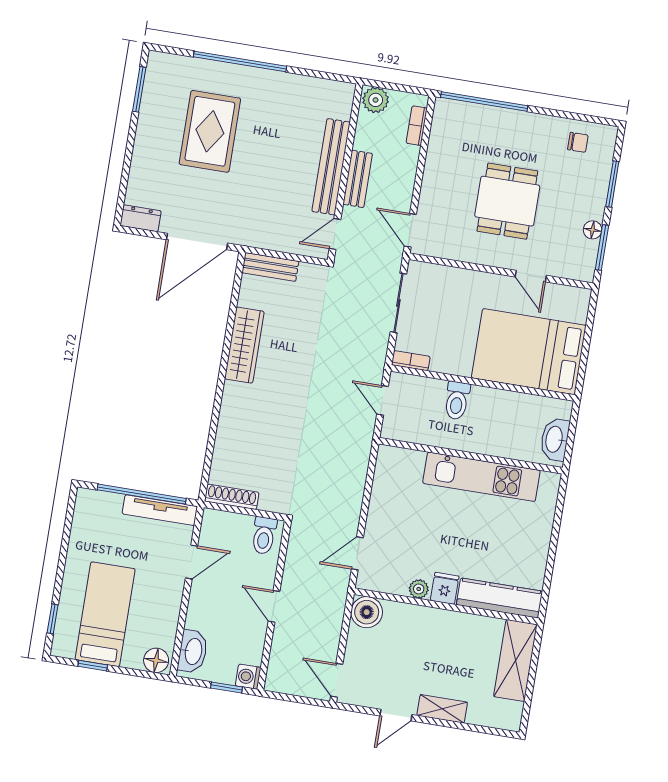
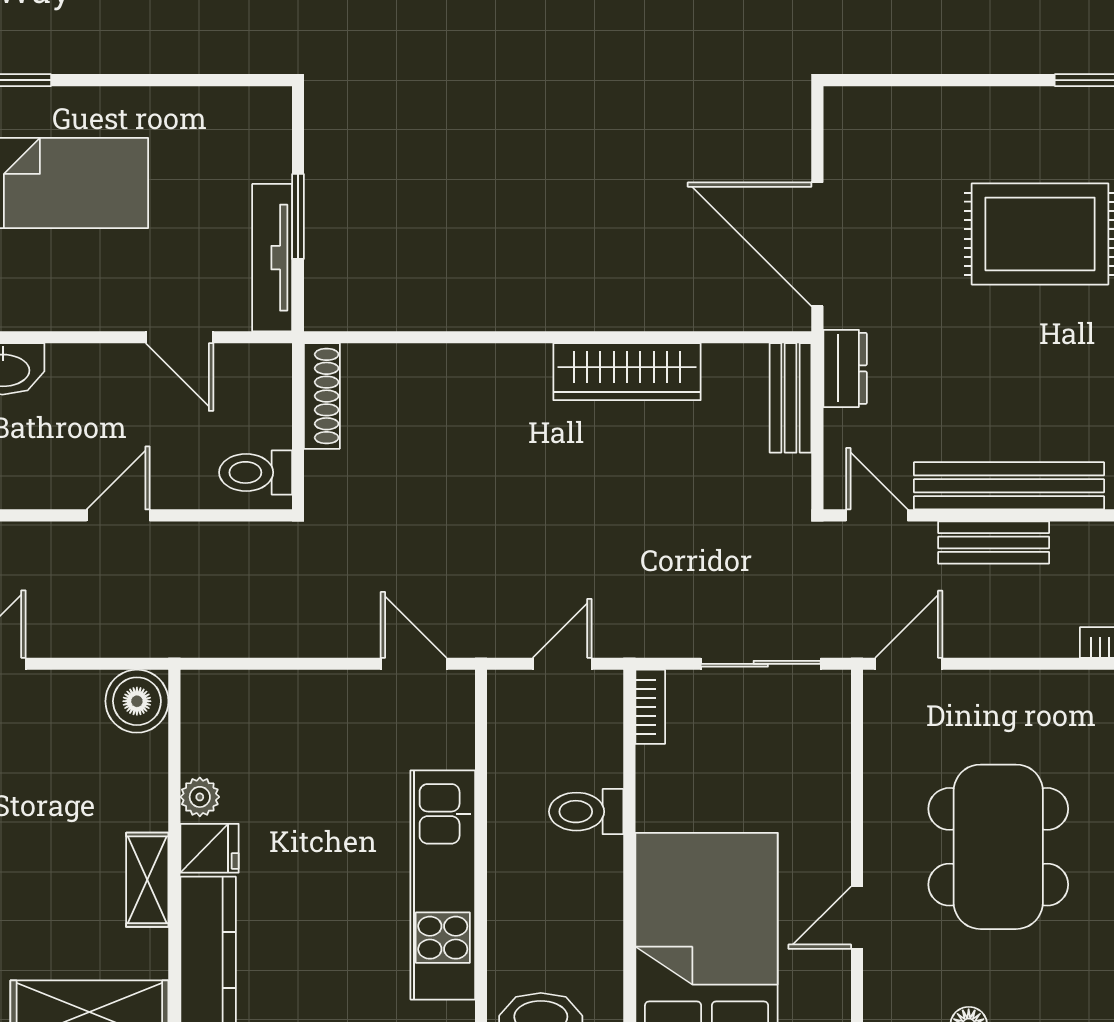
dining table: (507, 201) -> (998, 847), width x1.38
dresser: (141, 218) -> (845, 368), moved
window: (142, 494) -> (298, 216), width x0.47
door: (357, 553) -> (414, 664), moved
shelving: (455, 621) -> (147, 880), added

